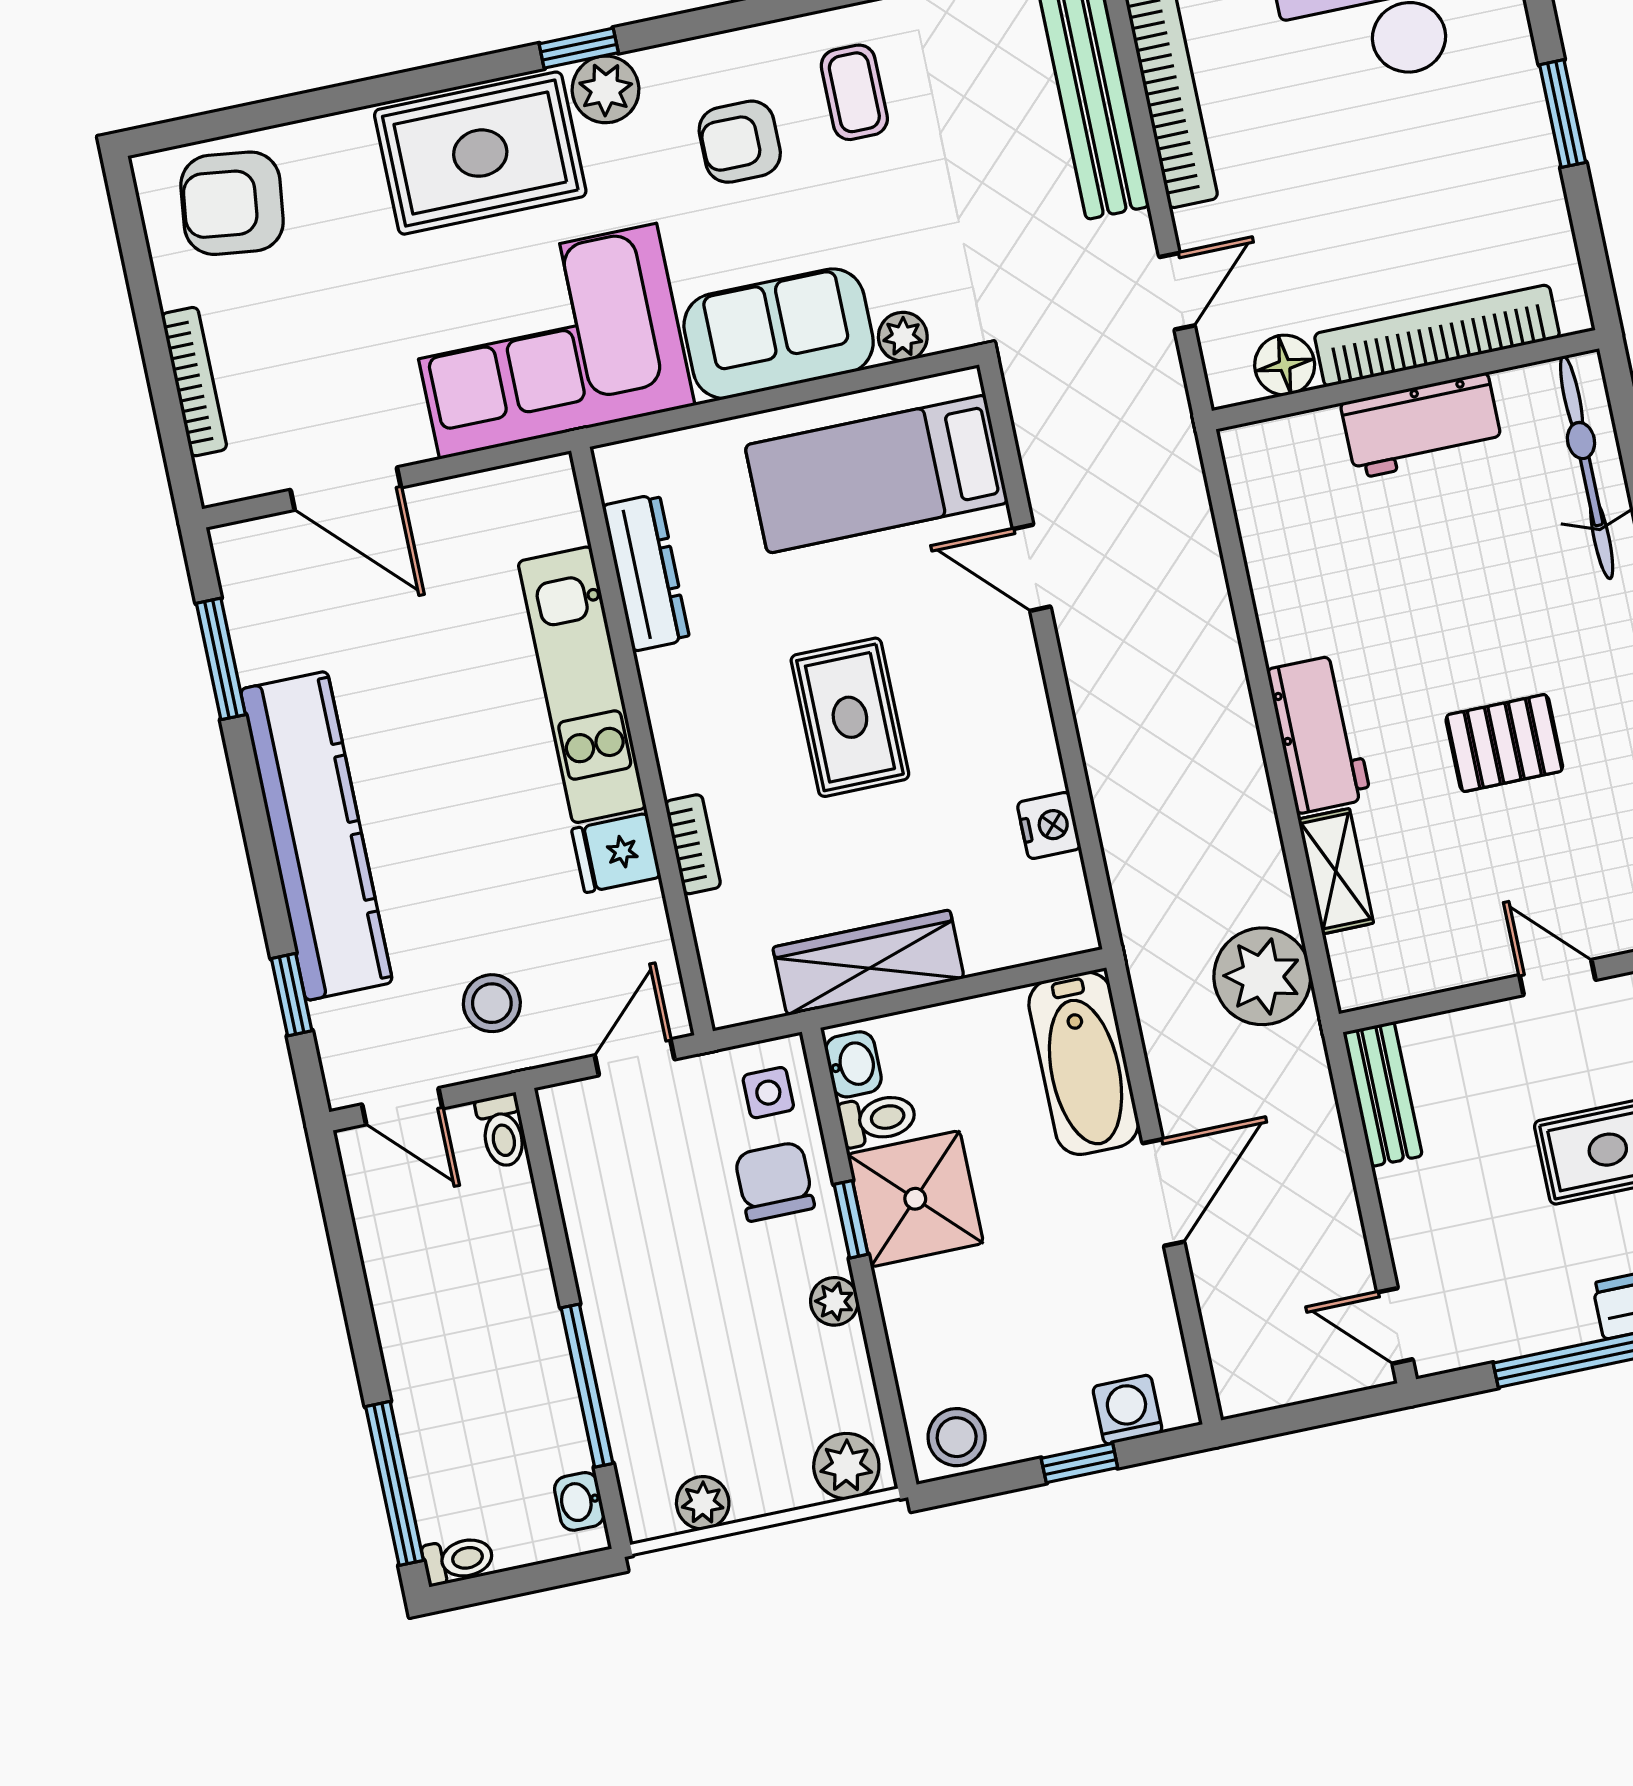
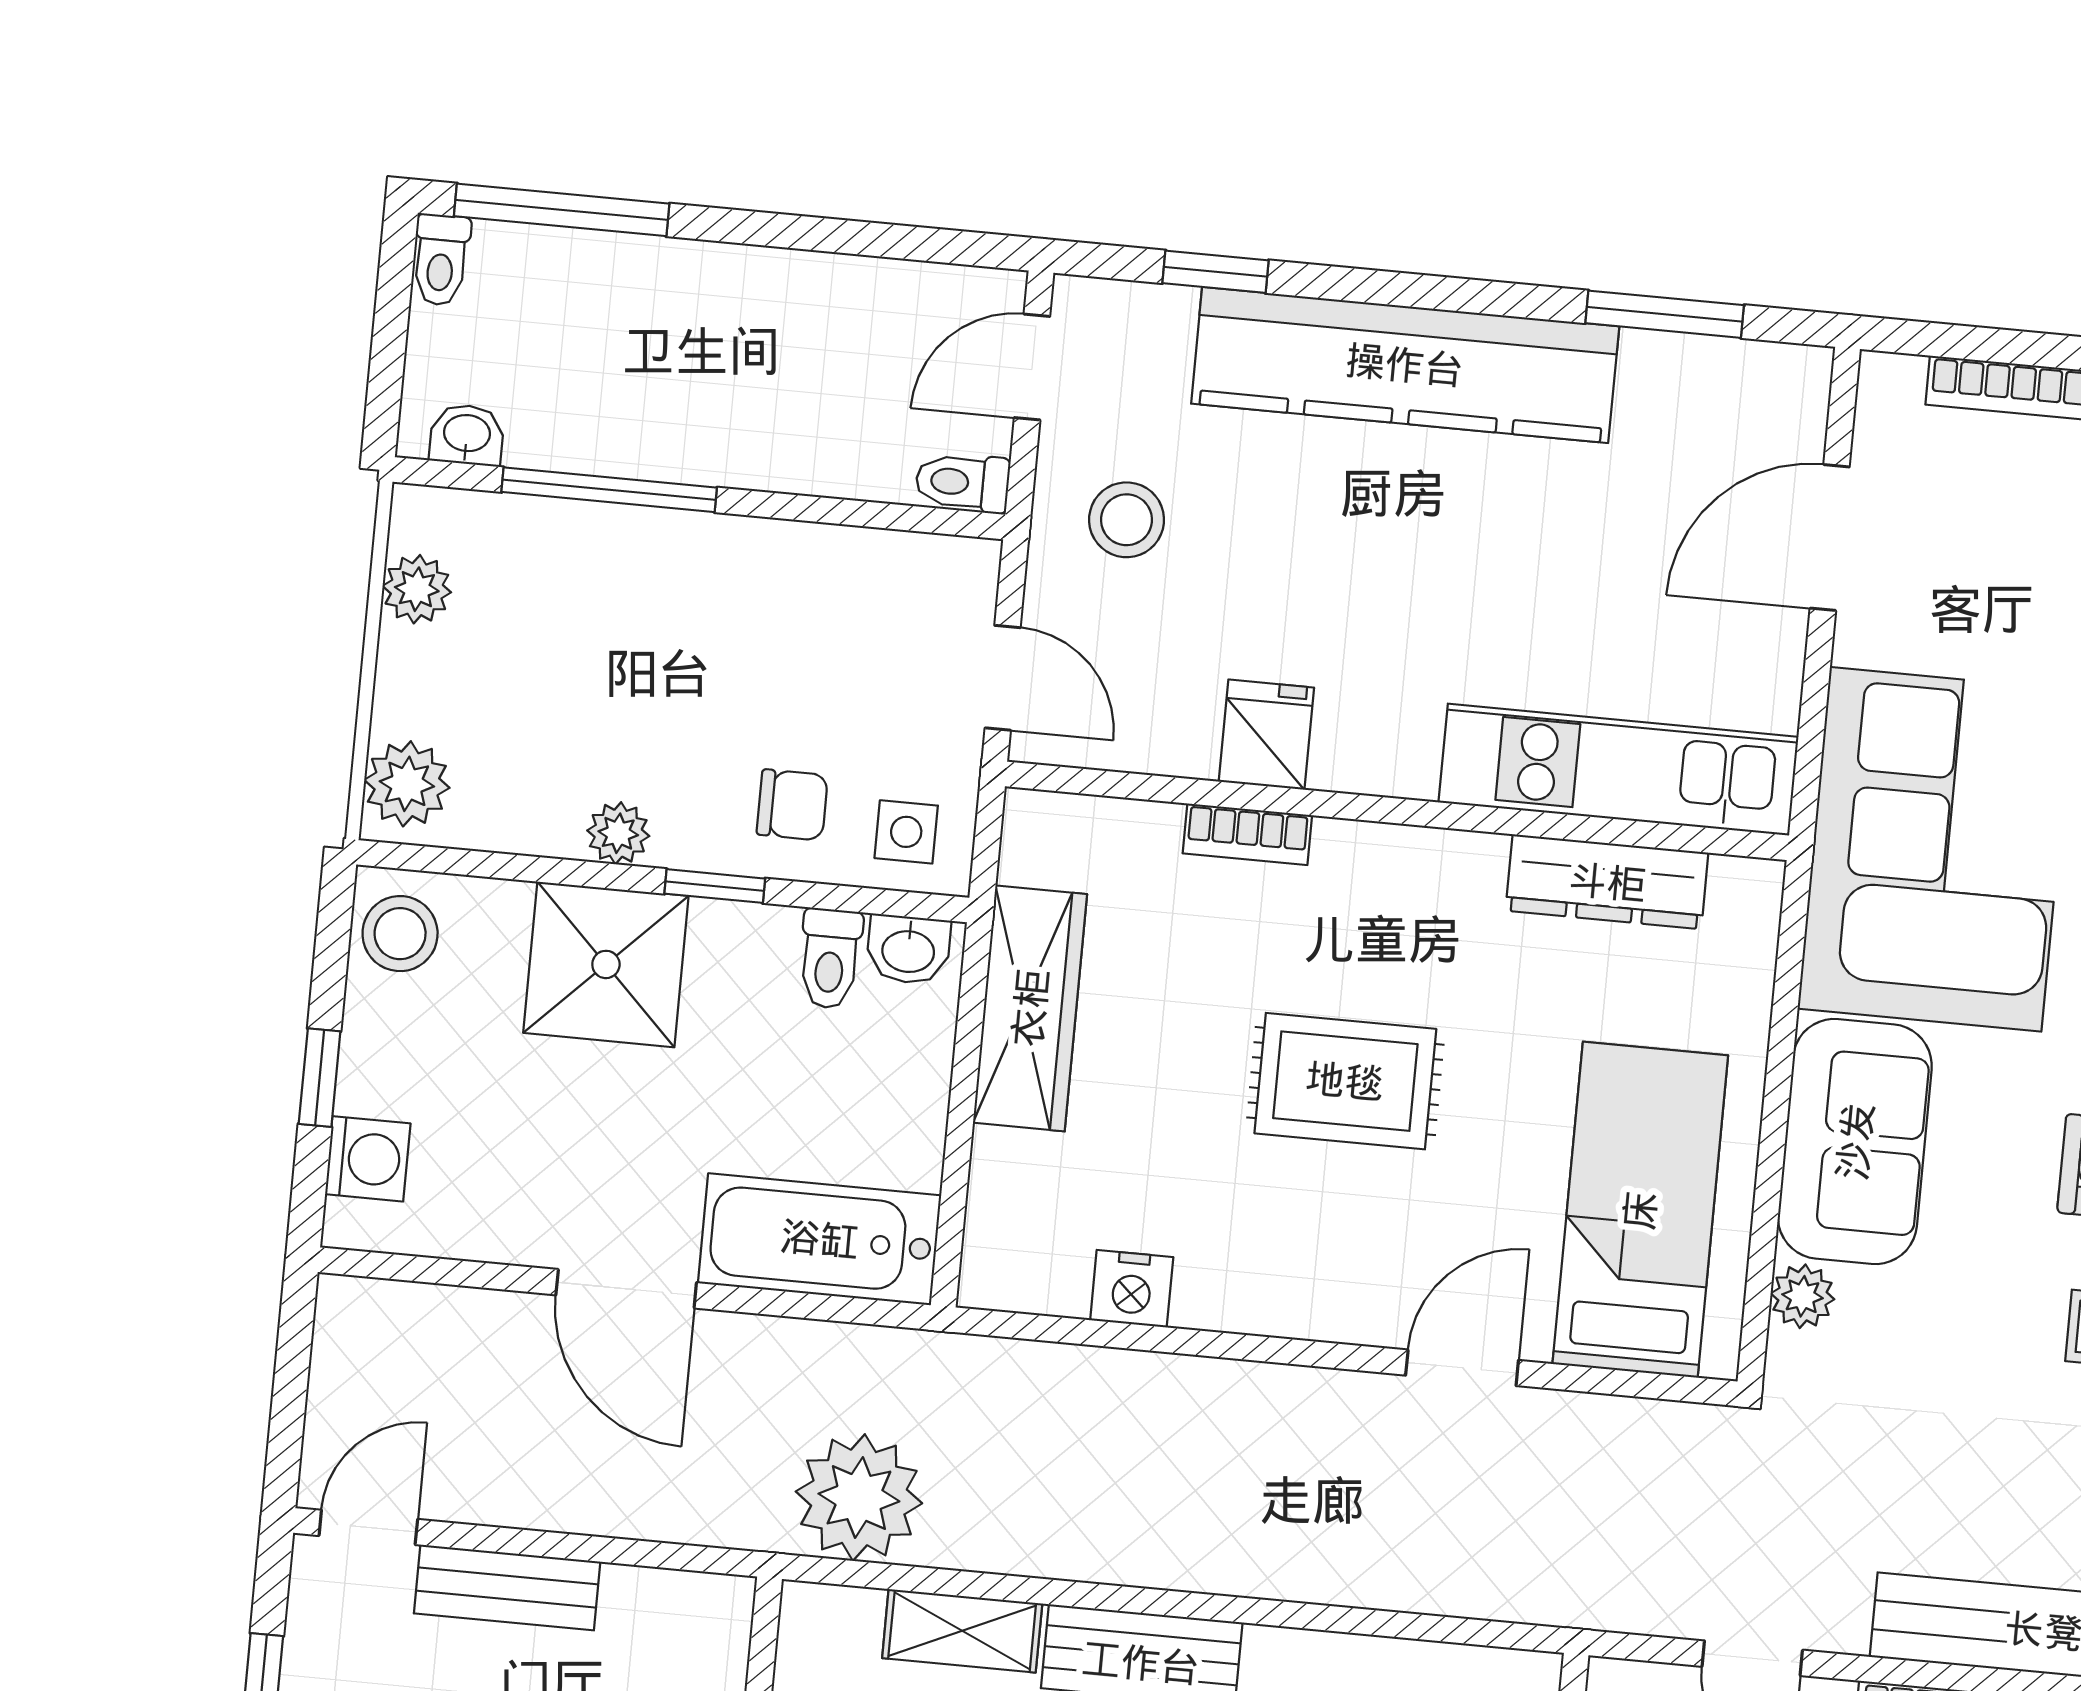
kitchen unit: (582, 685) -> (1619, 770), moved
bench: (1383, 1094) -> (507, 1588), moved
chair: (774, 1181) -> (792, 805), width x0.73, depth x0.73
shower: (915, 1199) -> (606, 964), moved

